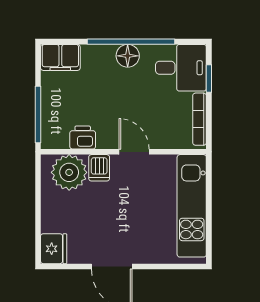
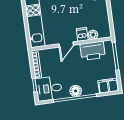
printer: (83, 138) -> (93, 51), width x1.87, depth x1.48
door: (134, 152) -> (66, 44), hinge flipped
plant: (69, 172) -> (93, 35), width x0.53, depth x0.53

